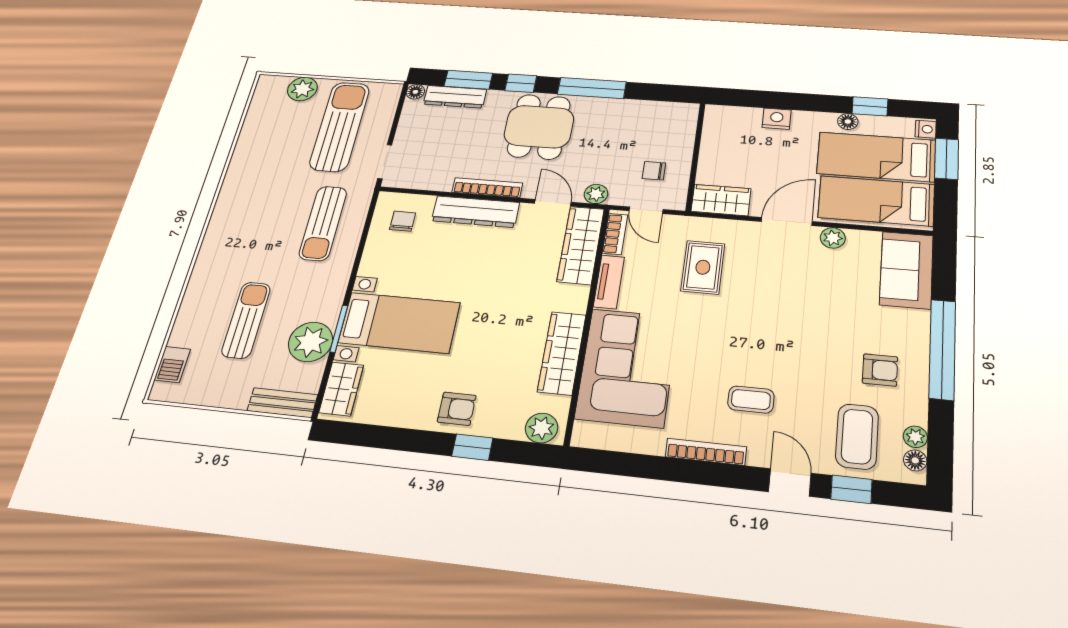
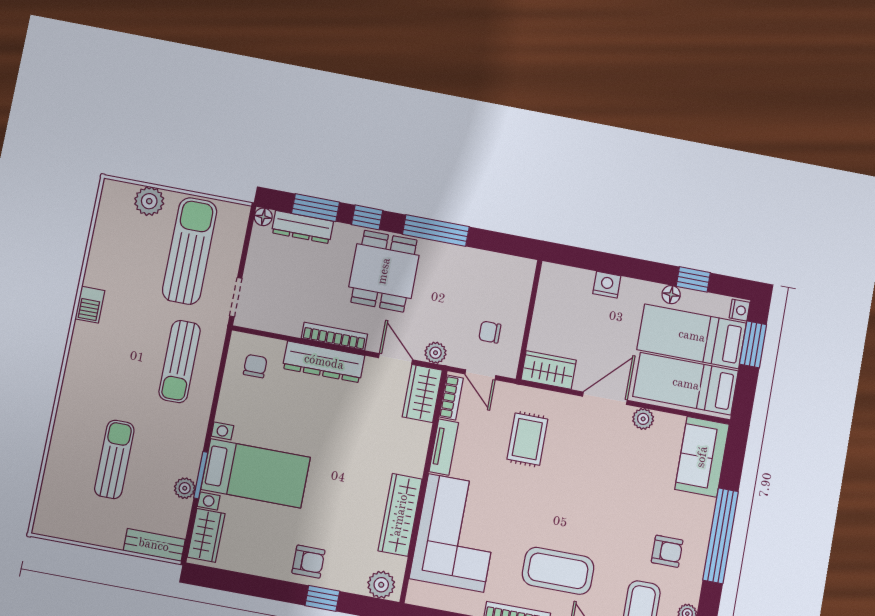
wardrobe: (581, 245) -> (422, 393), width x0.67
plant: (310, 342) -> (185, 488), width x0.53, depth x0.53
barbecue: (172, 364) -> (90, 305), moved
coffee table: (751, 400) -> (558, 571), width x1.86, depth x1.72

